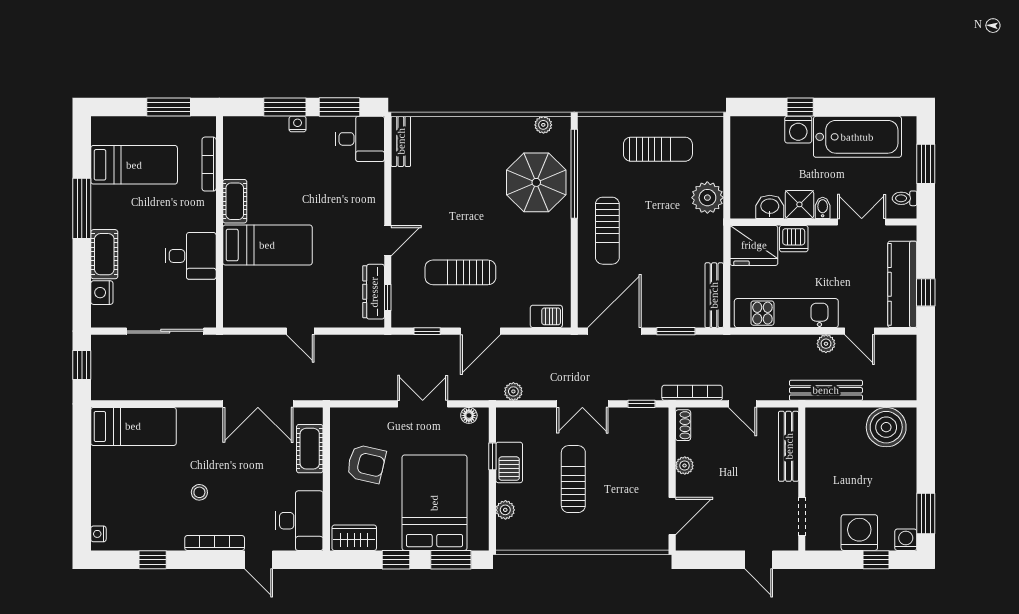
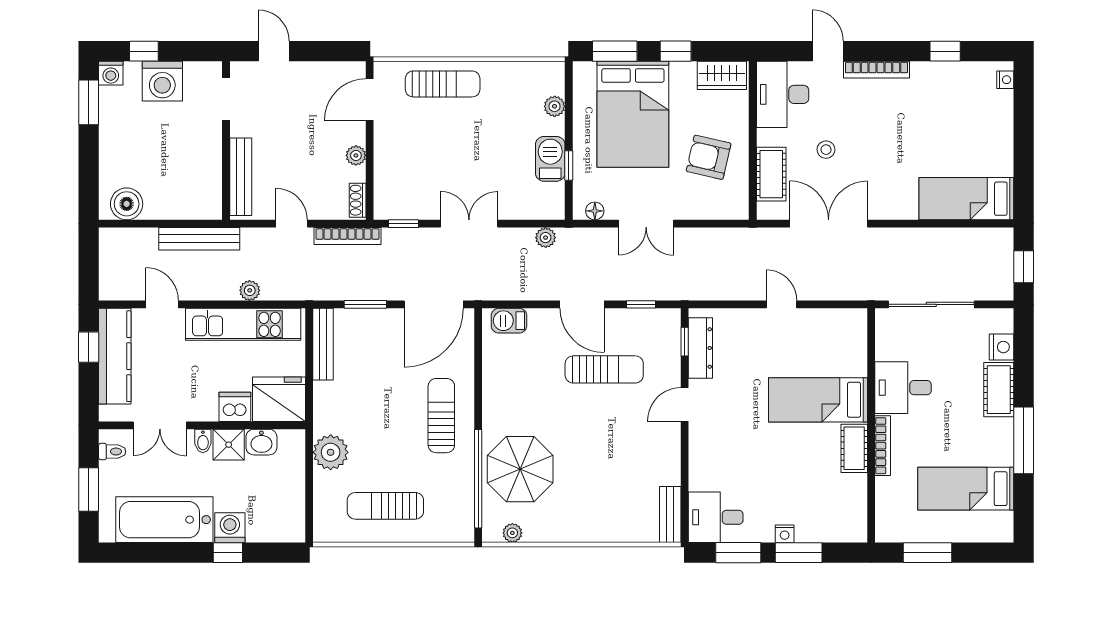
bookcase: (209, 164) -> (883, 446), moved
door: (480, 331) -> (582, 304), swing flipped
plant: (826, 344) -> (250, 290), moved
boiler: (886, 427) -> (127, 204), width x0.73, depth x0.73
sun lounger: (573, 479) -> (443, 84), moved, turned -90
stool: (199, 492) -> (826, 150), moved

